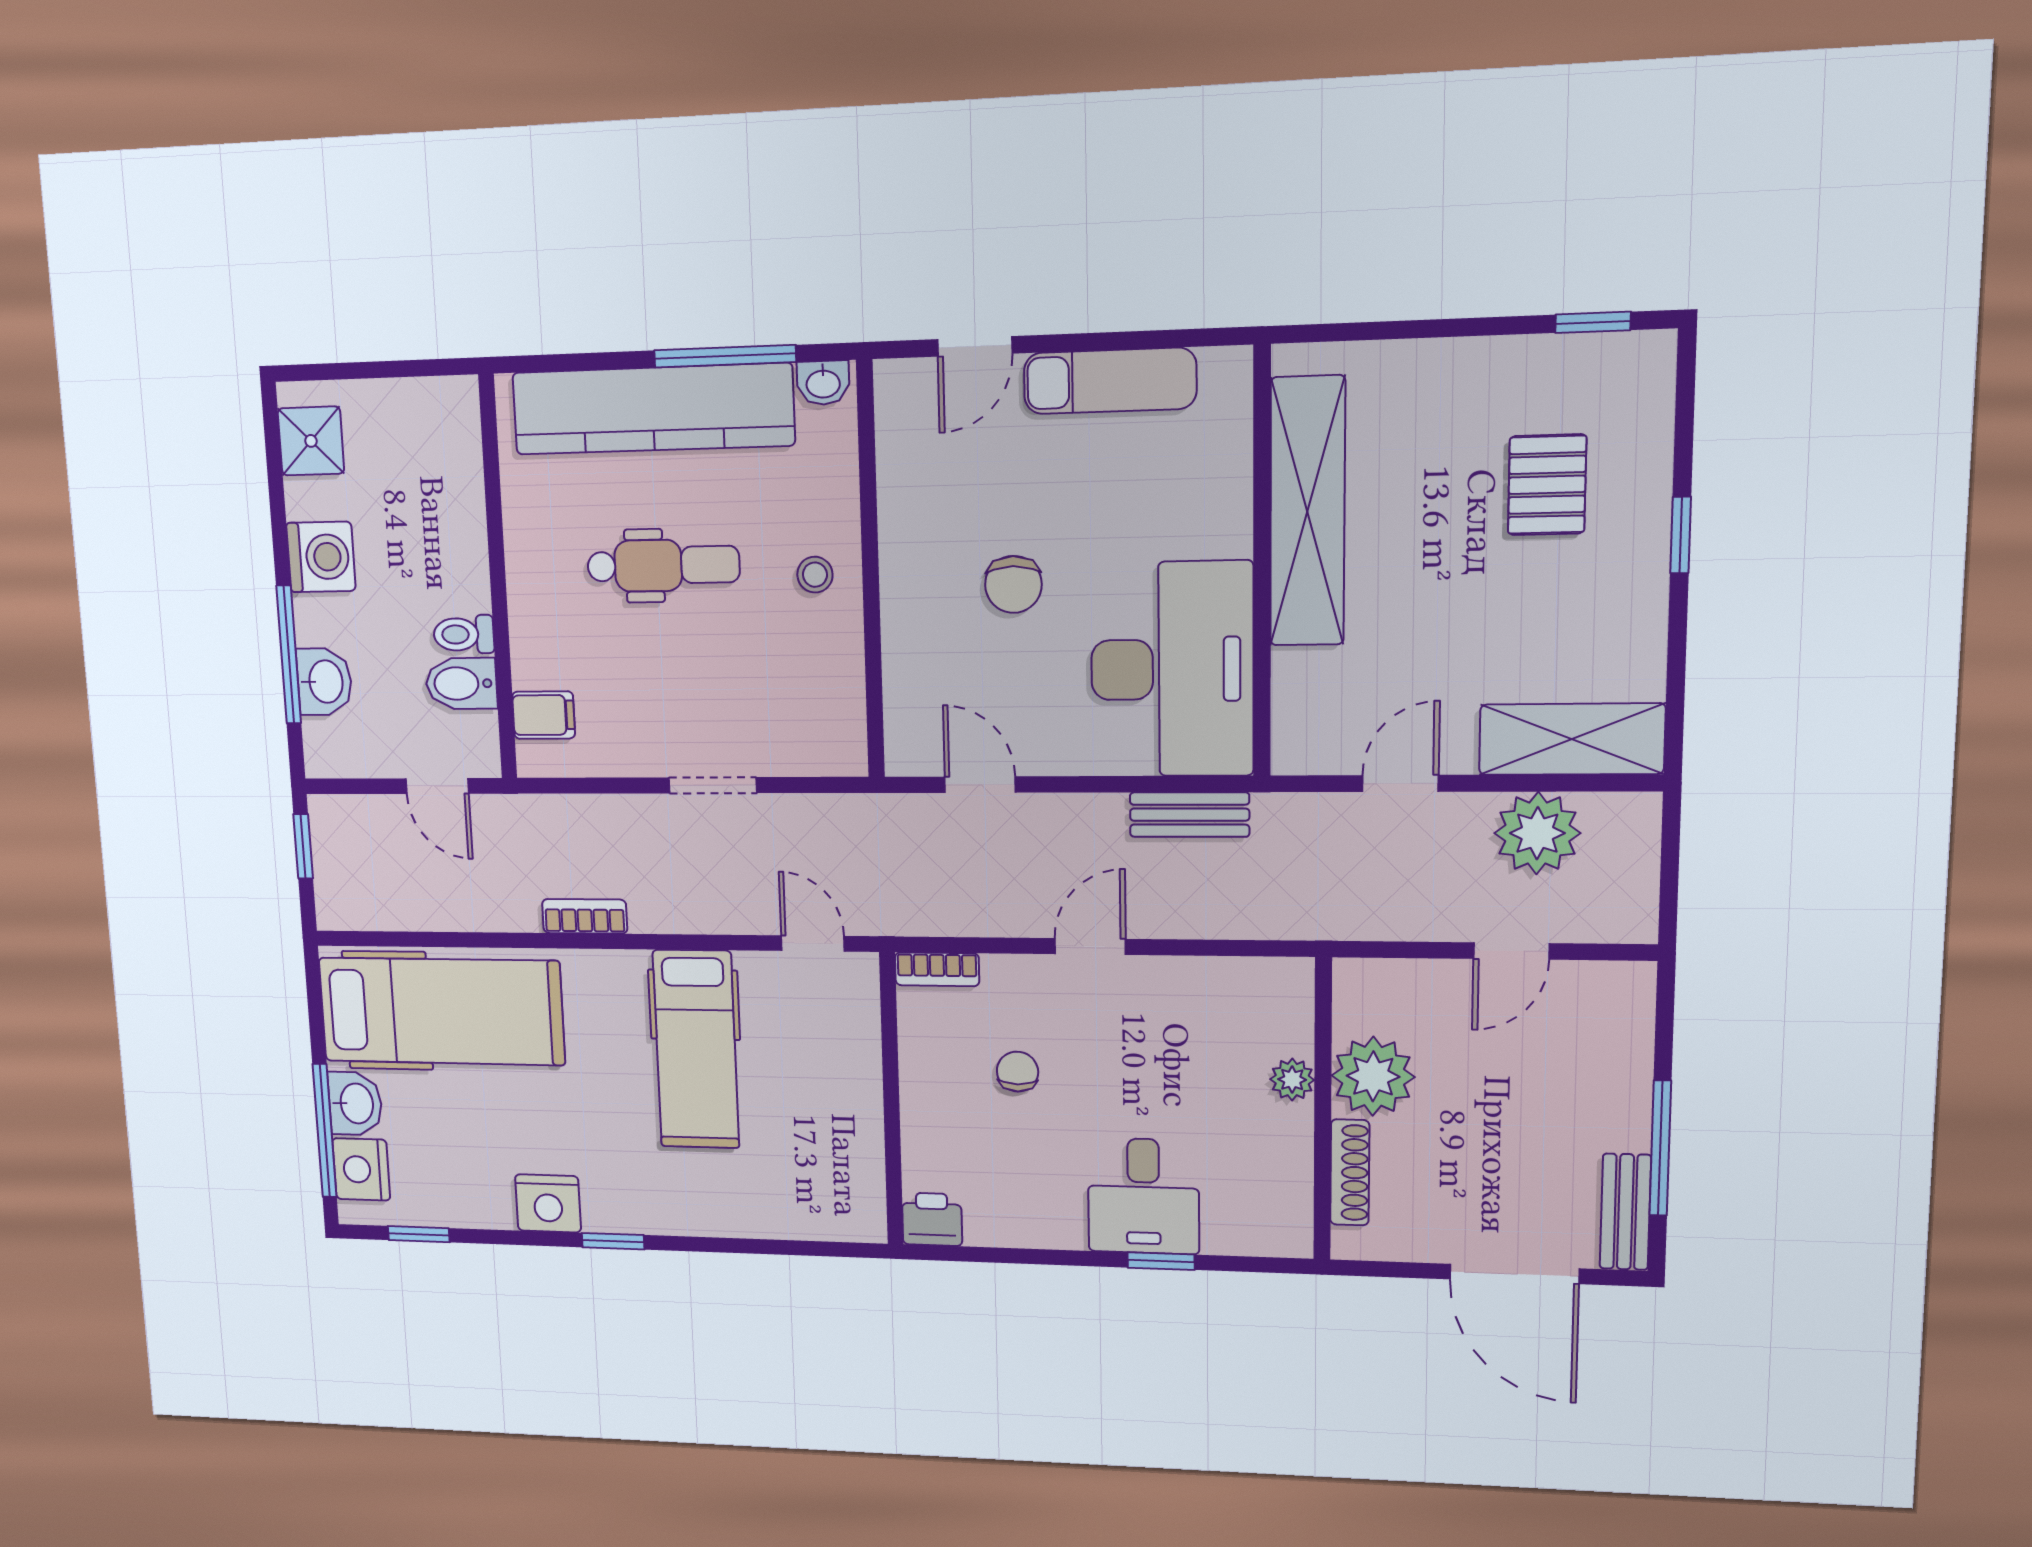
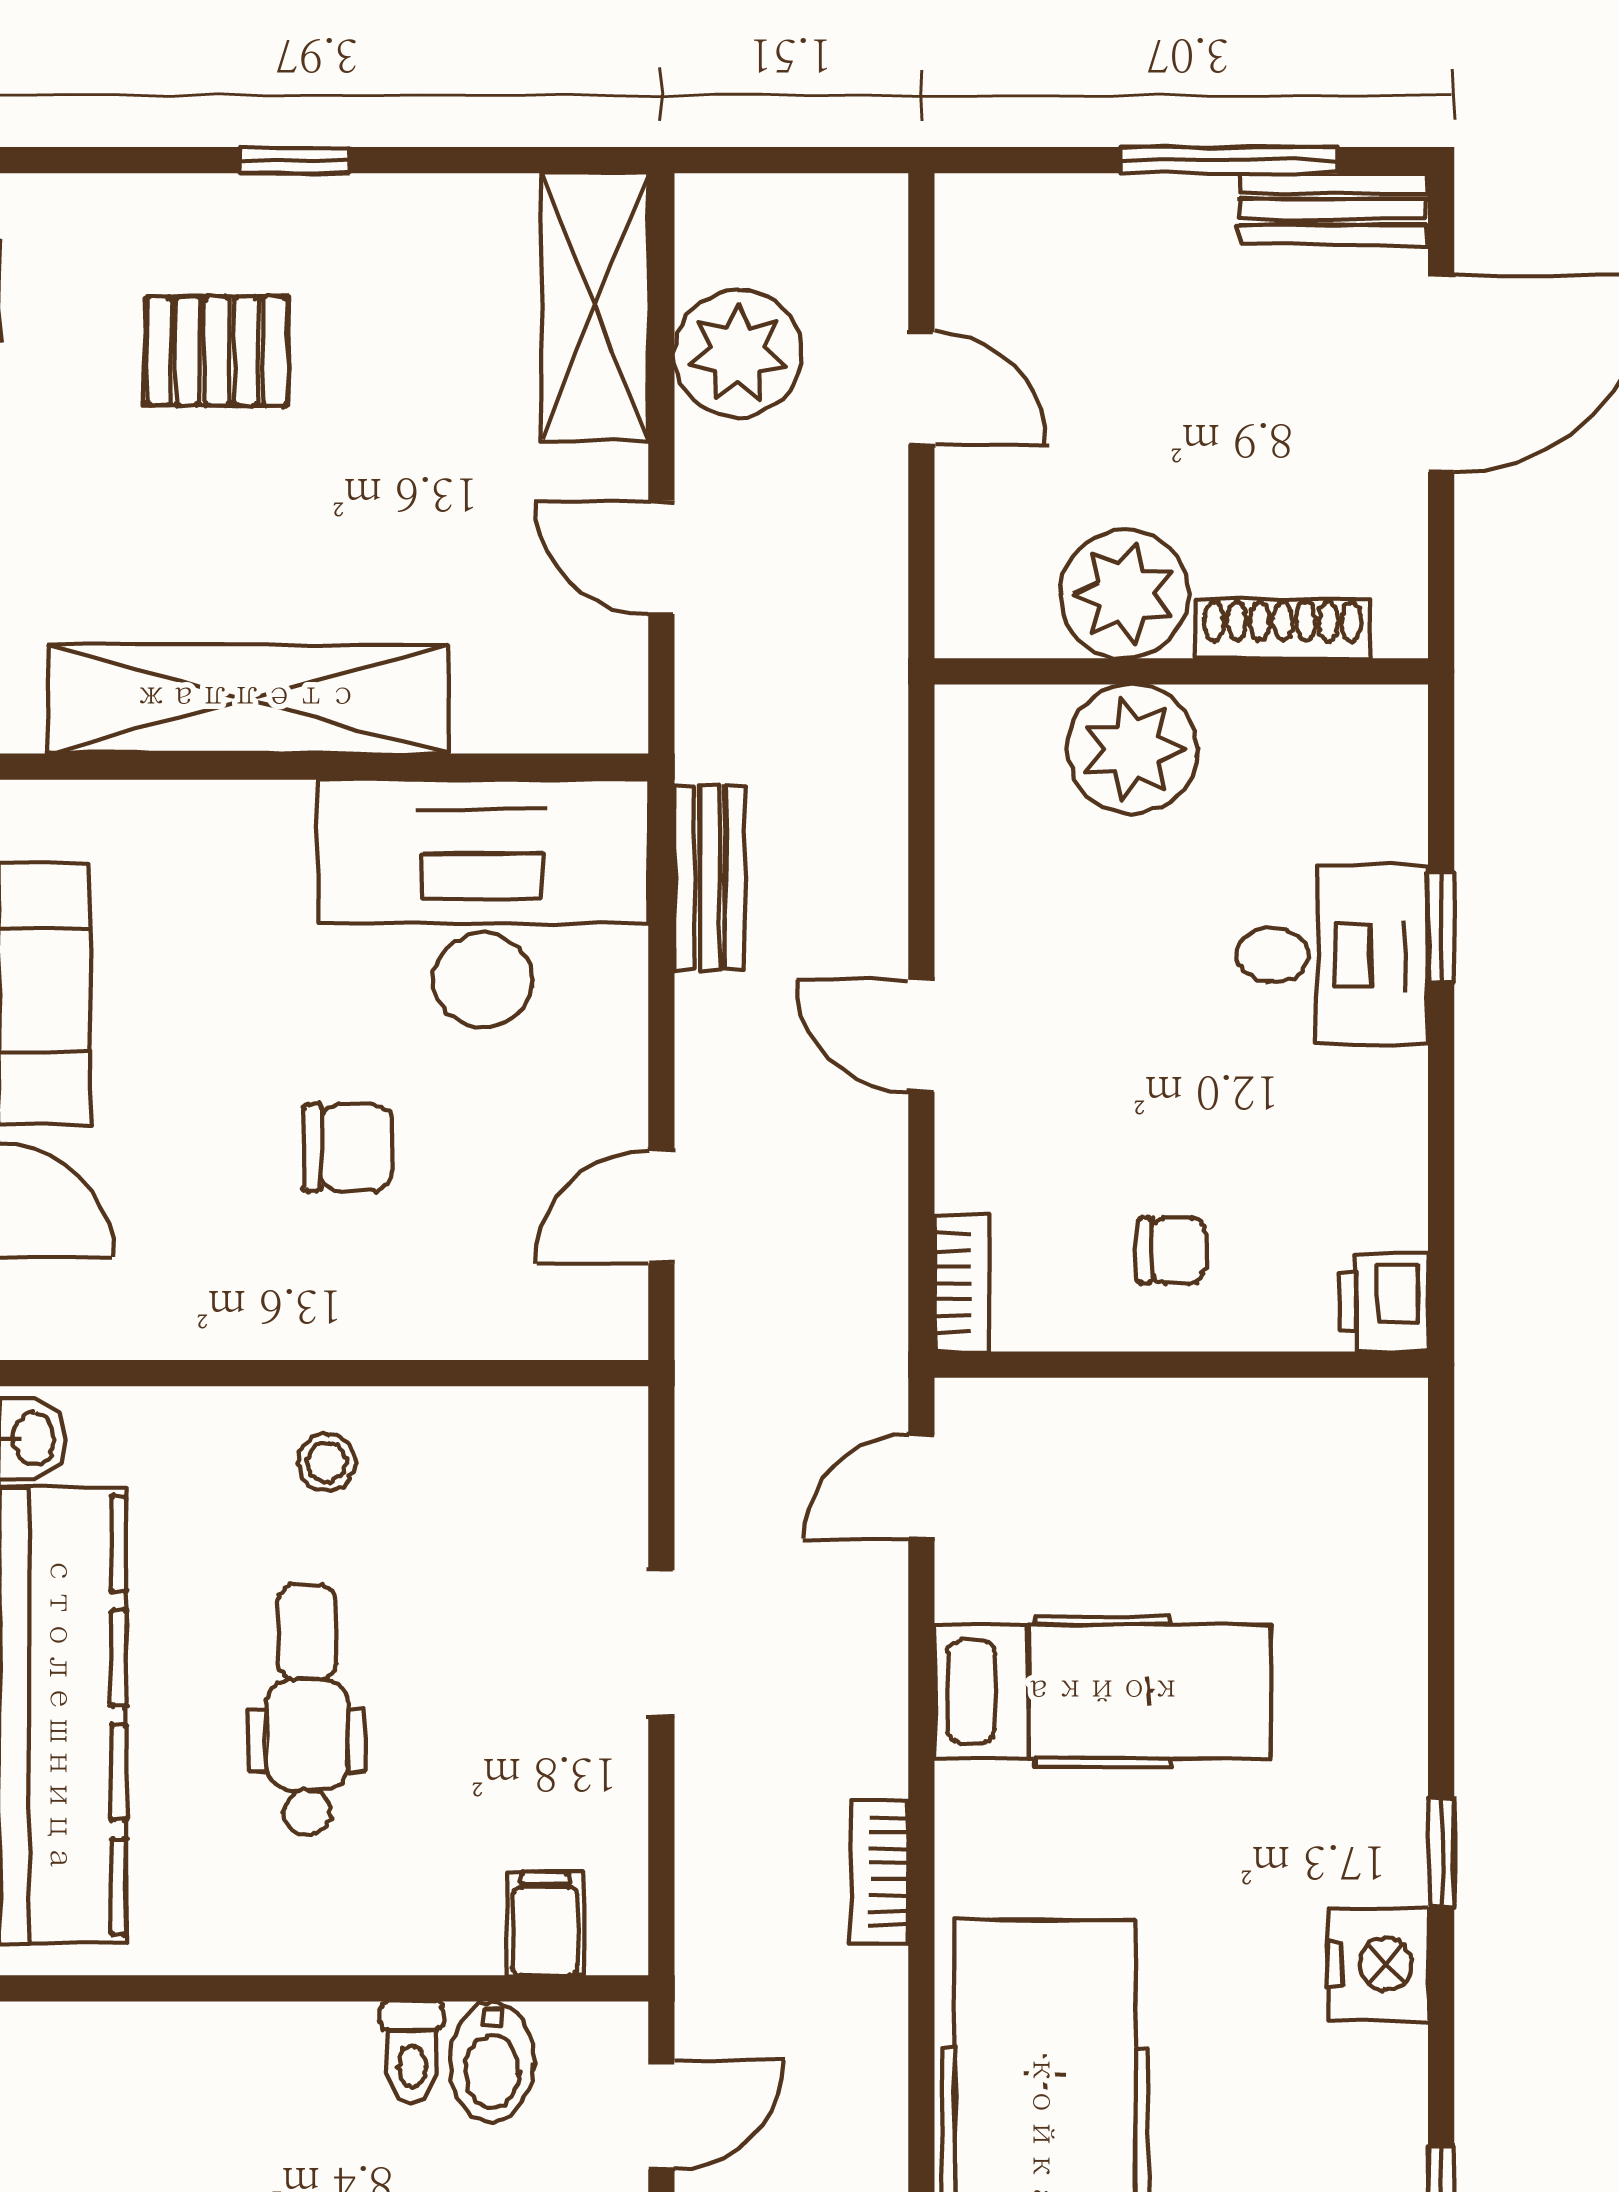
chair: (1018, 1072) -> (1171, 1251), moved, turned 180
plant: (1292, 1080) -> (1133, 749), width x1.88, depth x1.88

